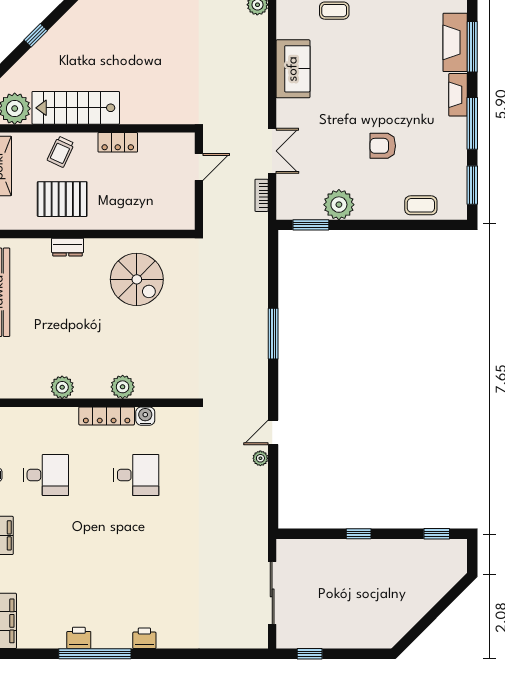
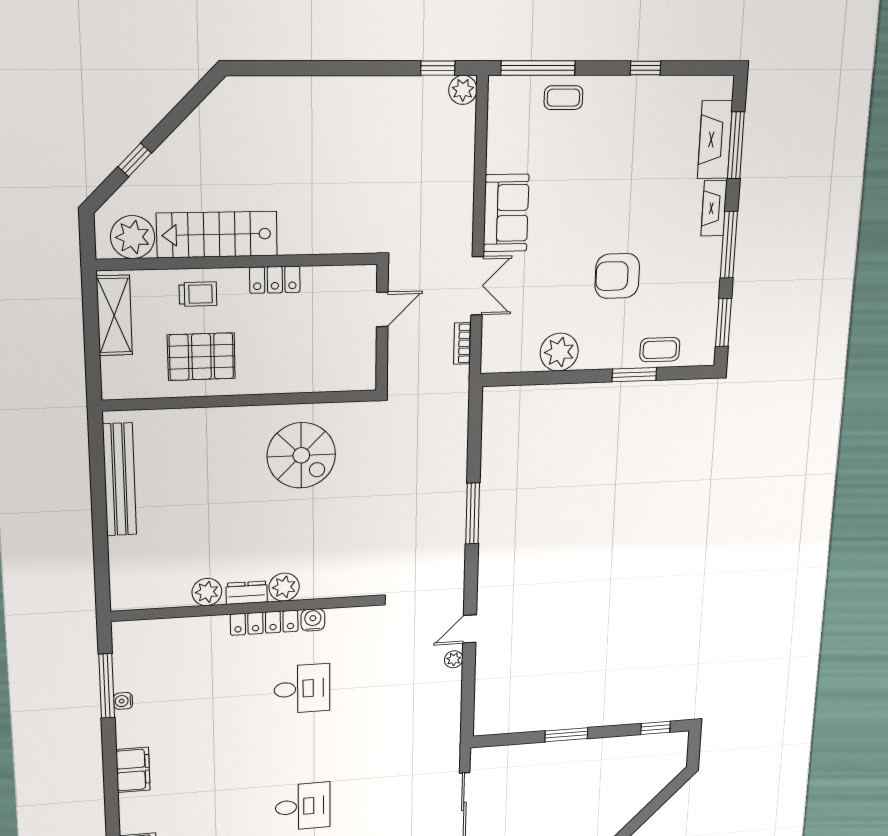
window: (36, 35) -> (135, 160), moved
sofa: (293, 69) -> (506, 213), moved
armchair: (383, 146) -> (617, 276), width x1.38, depth x1.38
trolley: (61, 152) -> (198, 294), turned -115
window: (311, 225) -> (634, 375), moved
dresser: (68, 247) -> (247, 593), moved, turned 180
desk: (46, 475) -> (303, 806), moved
window: (359, 534) -> (566, 735), width x1.50

